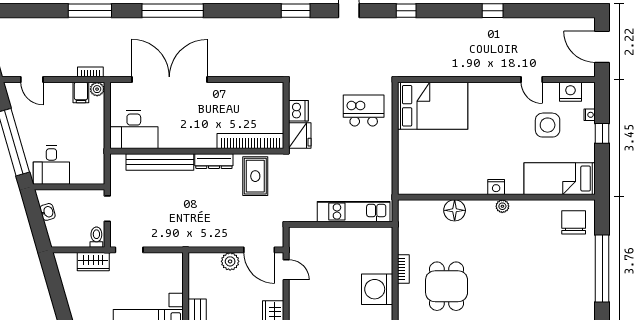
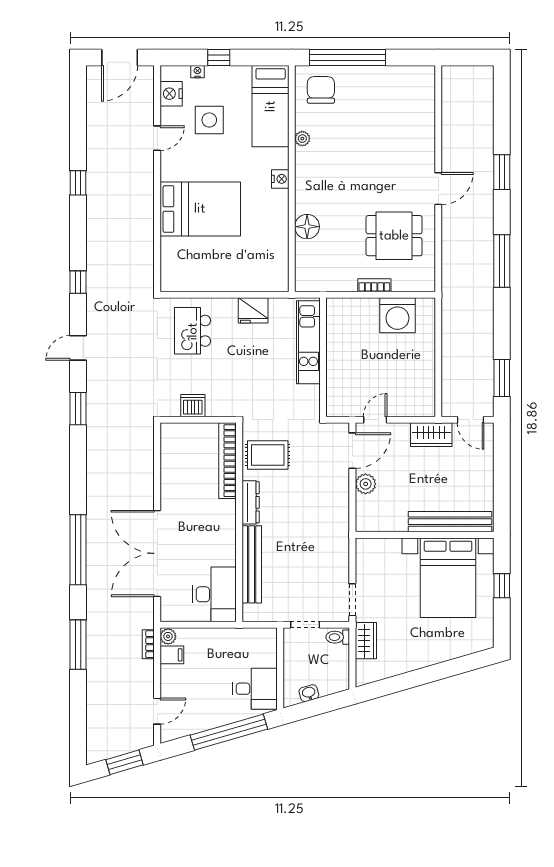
bed: (433, 106) -> (200, 209), moved, turned 90
fridge: (300, 135) -> (253, 310), moved, turned 180
plant: (502, 206) -> (302, 139), moved
chair: (574, 222) -> (321, 90), turned 90
window: (602, 268) -> (347, 57), moved

